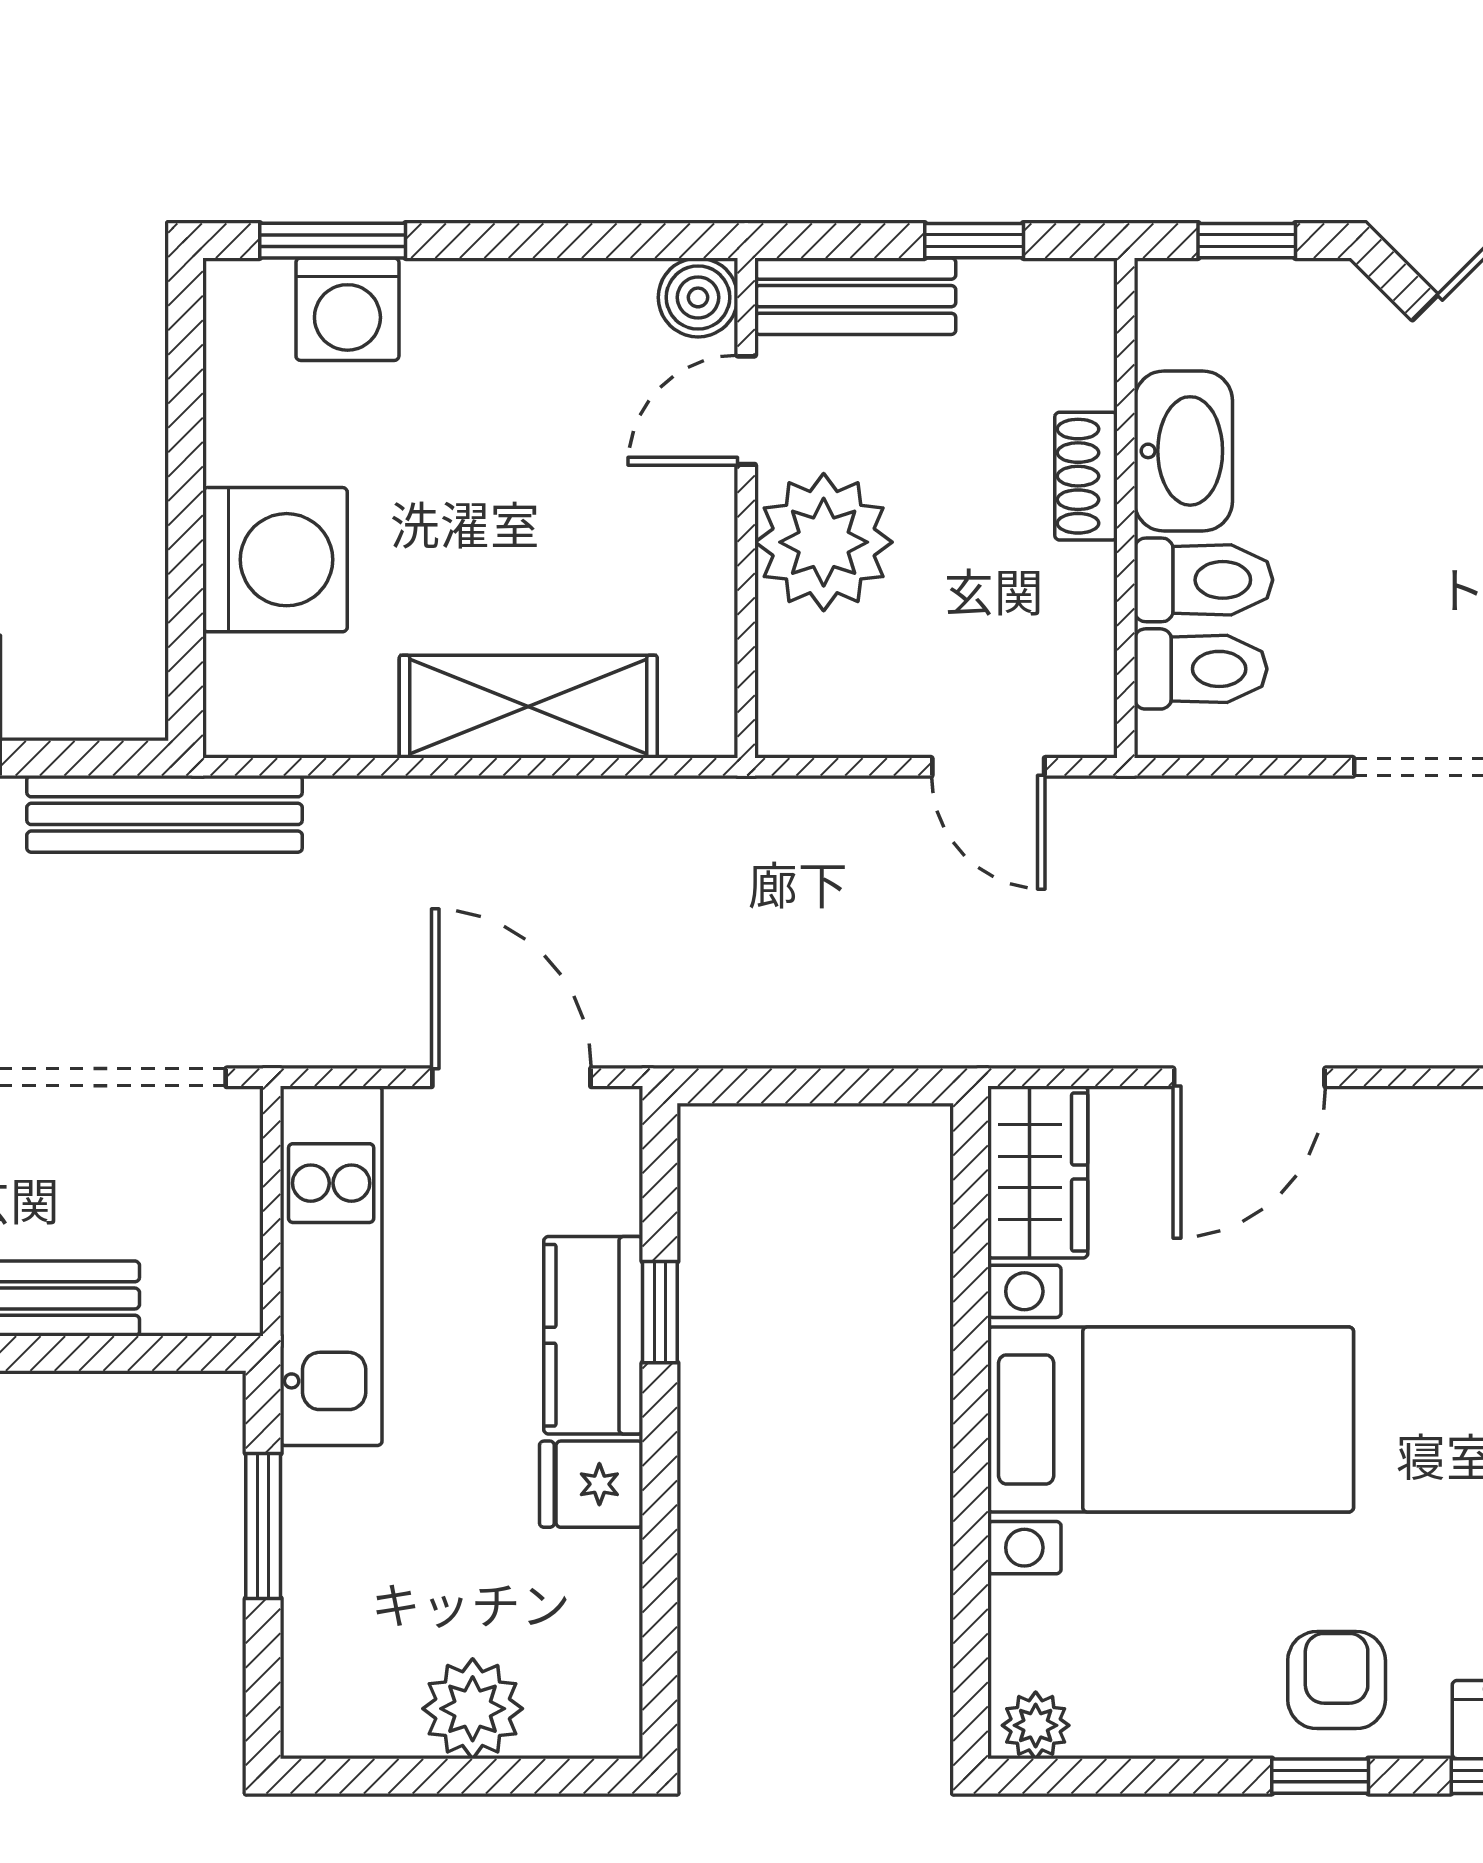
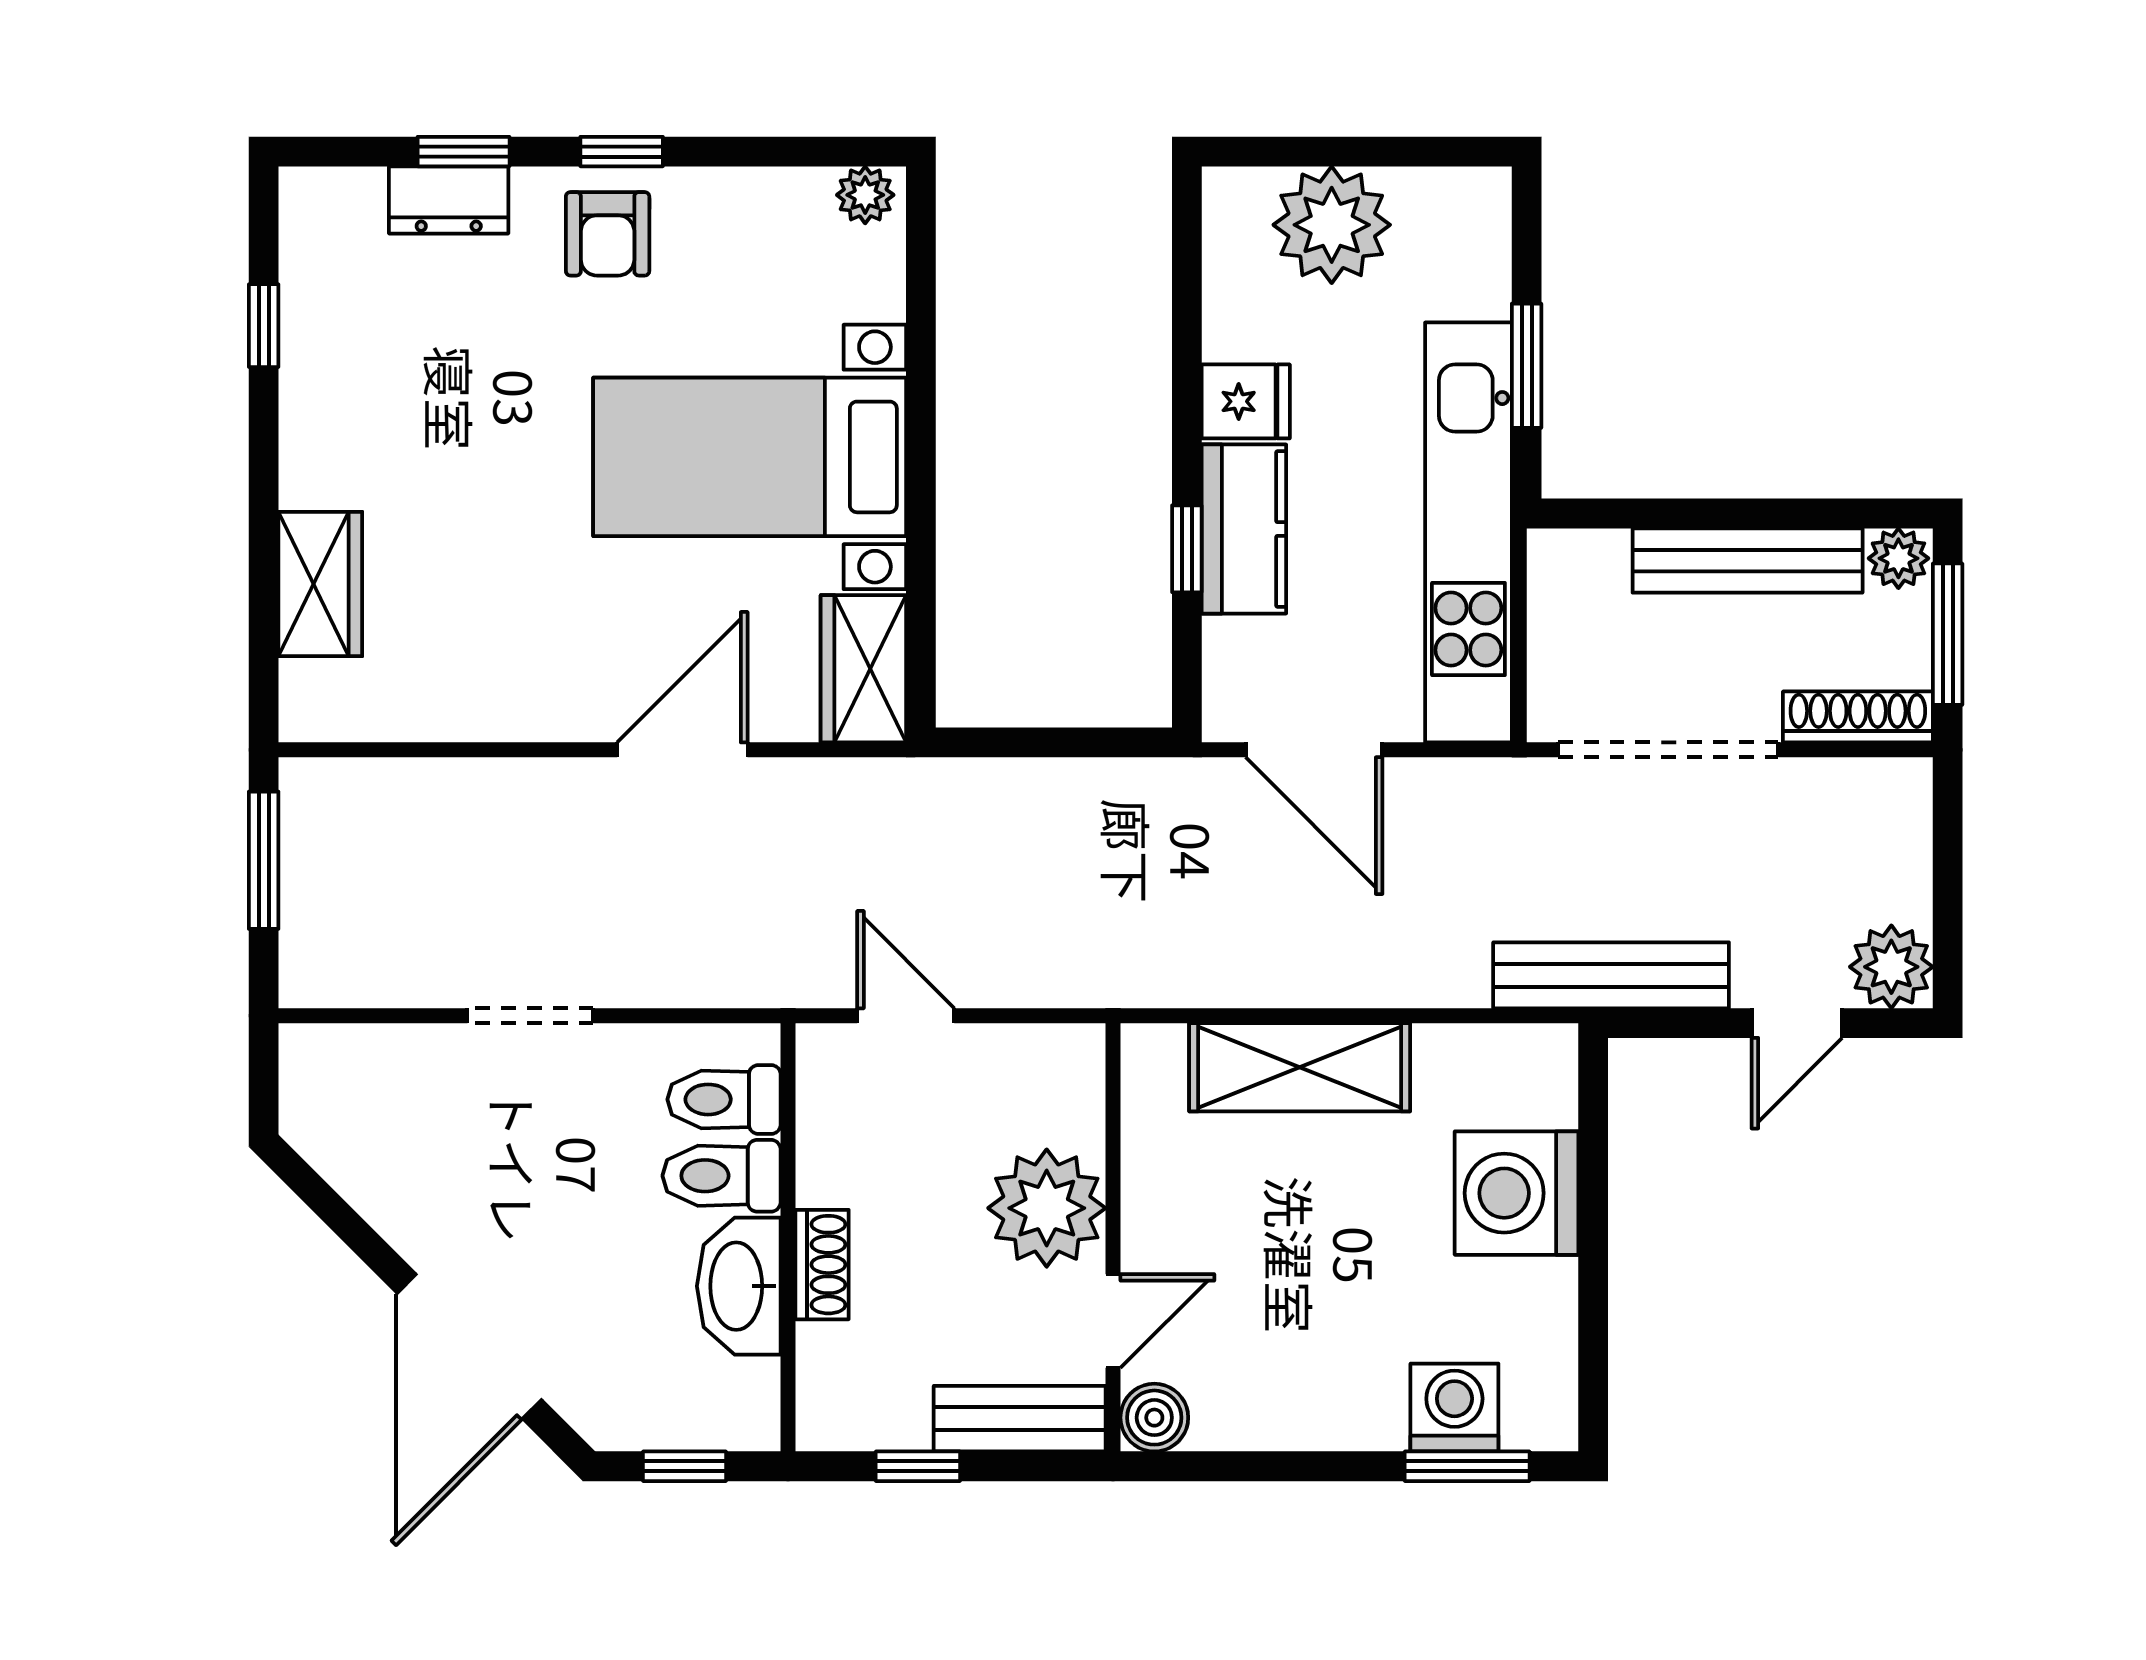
kitchen unit: (331, 1266) -> (1468, 532), width x1.36
plant: (473, 1709) -> (1332, 225), width x1.36, depth x1.36

